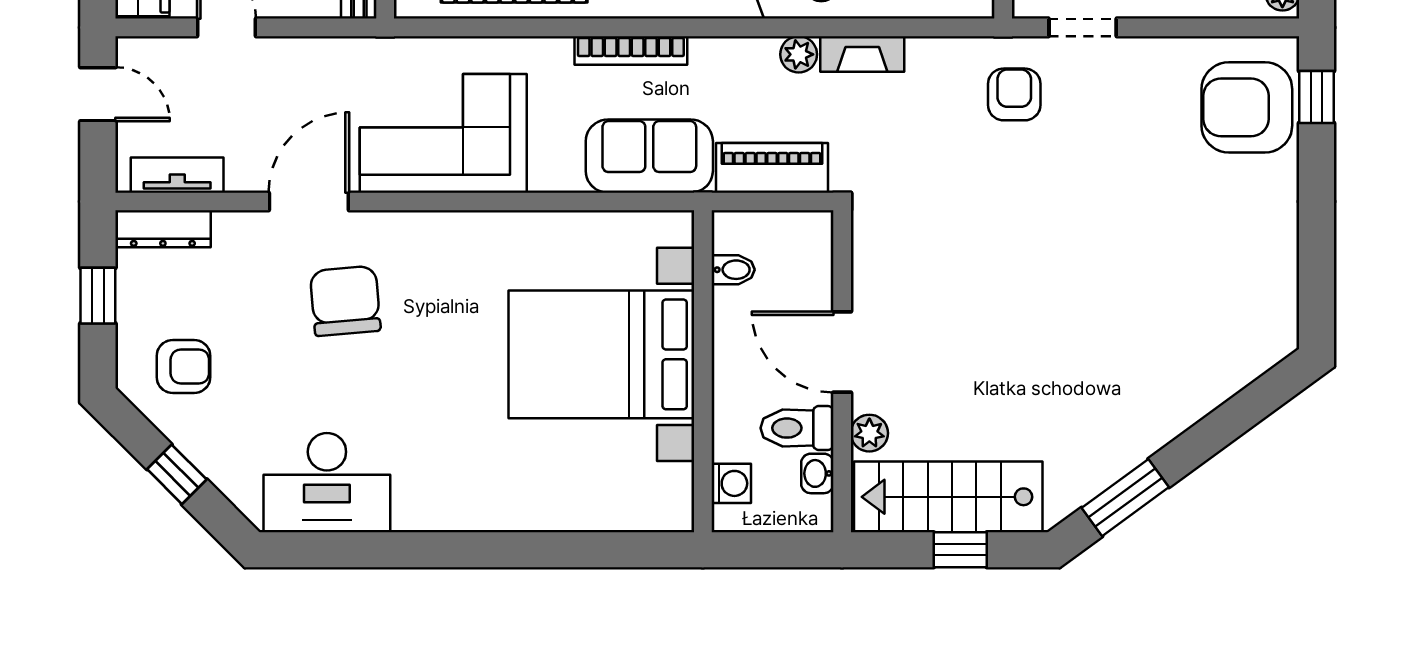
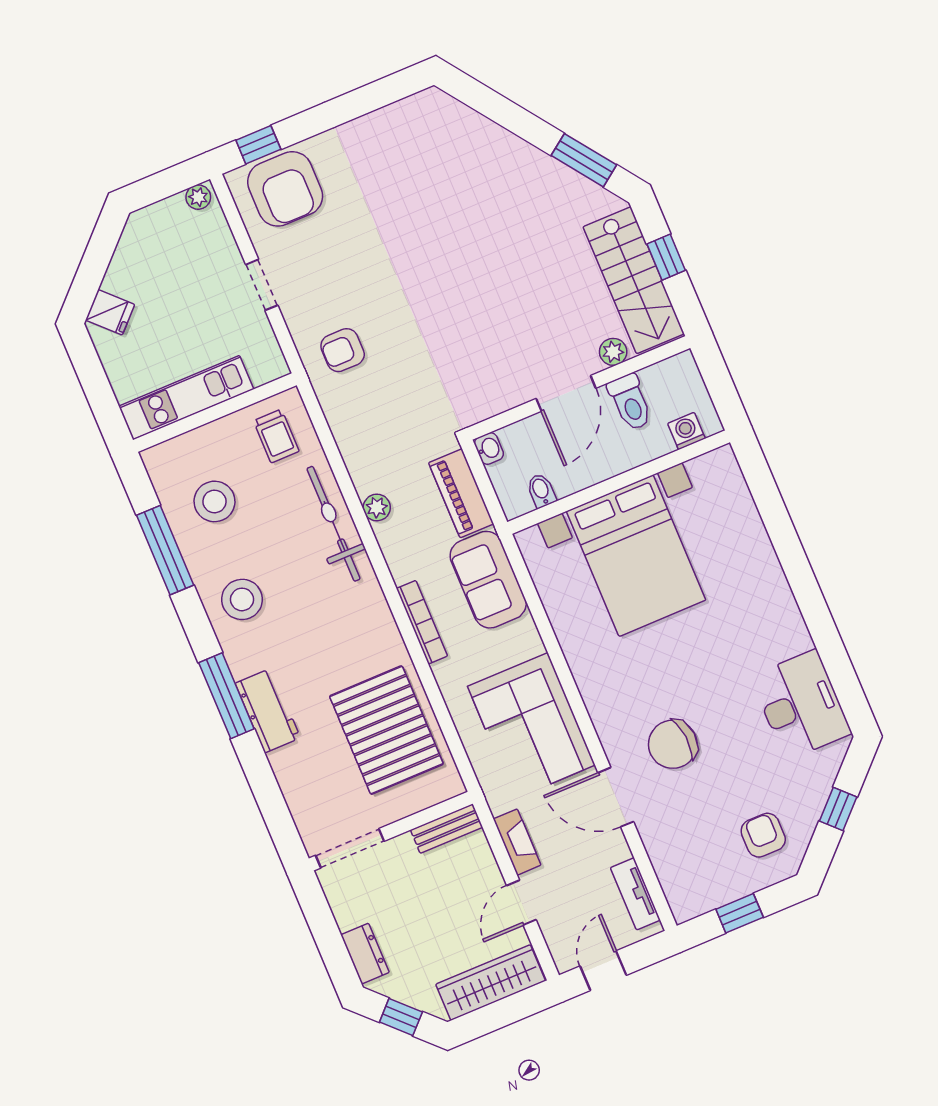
doorway: (1083, 27) -> (262, 285), moved
fireplace: (862, 54) -> (517, 842), moved
dresser: (163, 229) -> (676, 888), removed
washbasin: (817, 473) -> (489, 448), moved, turned -90

